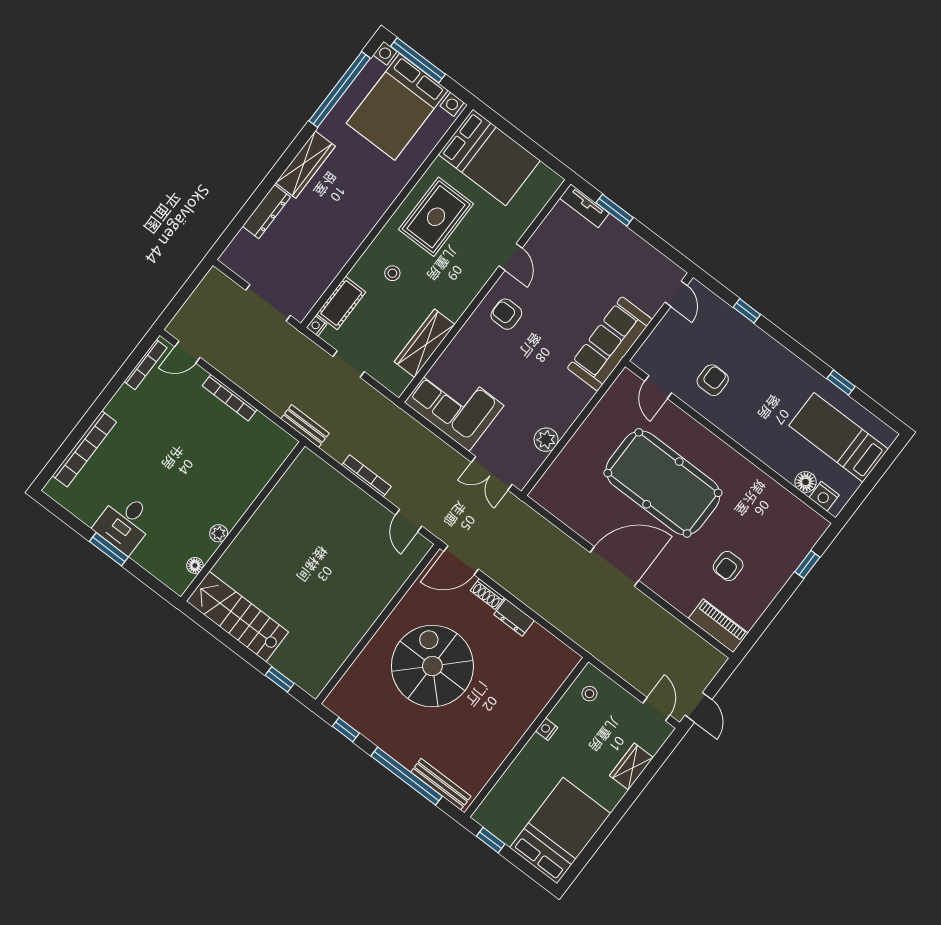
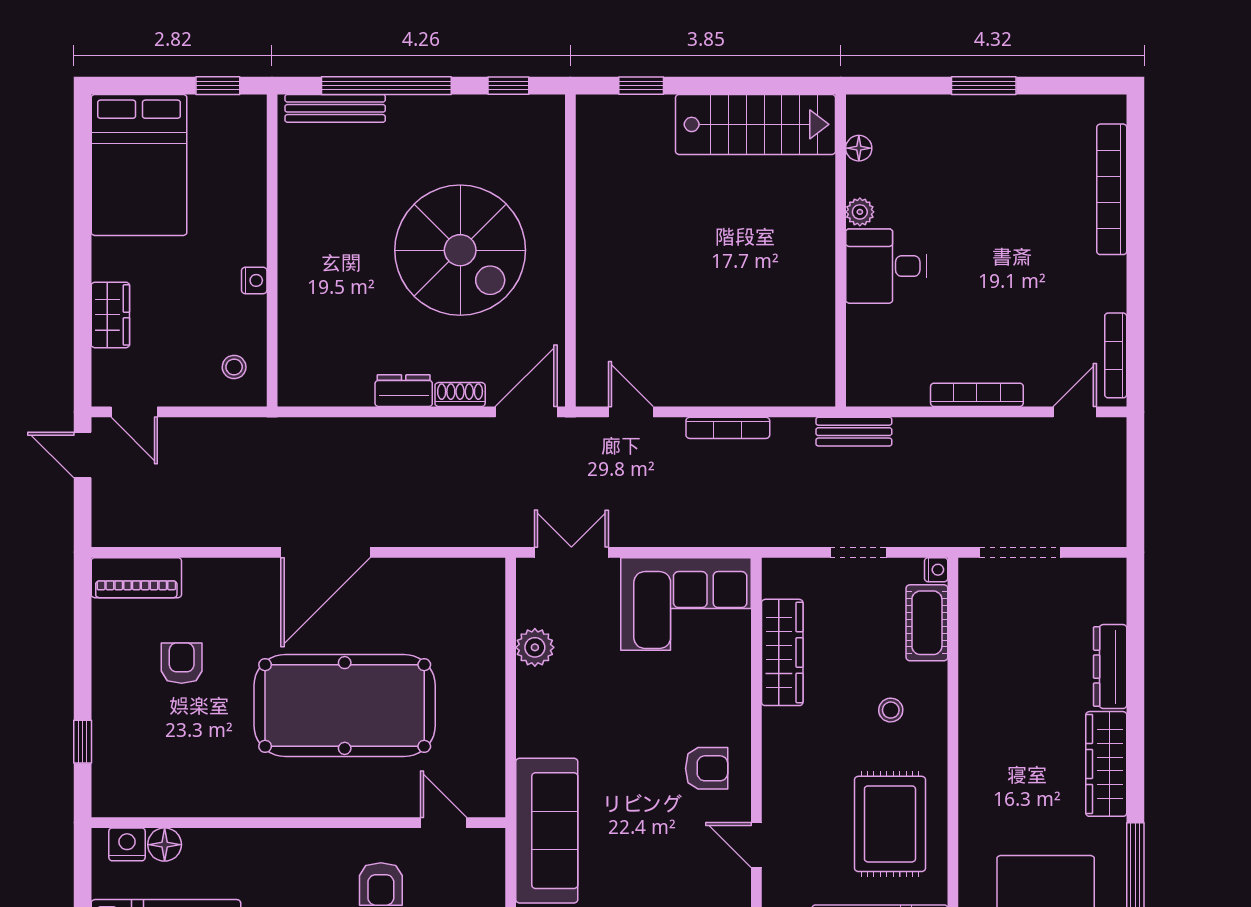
desk: (125, 523) -> (886, 266), moved, turned -90

